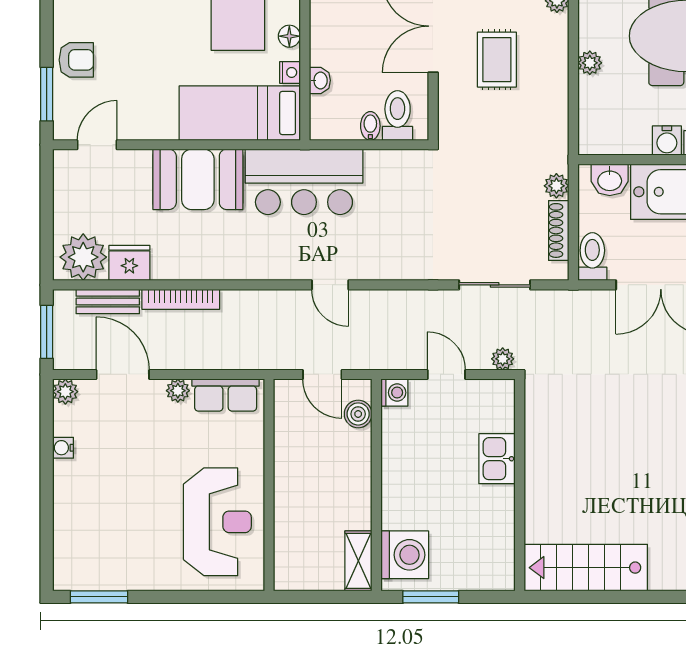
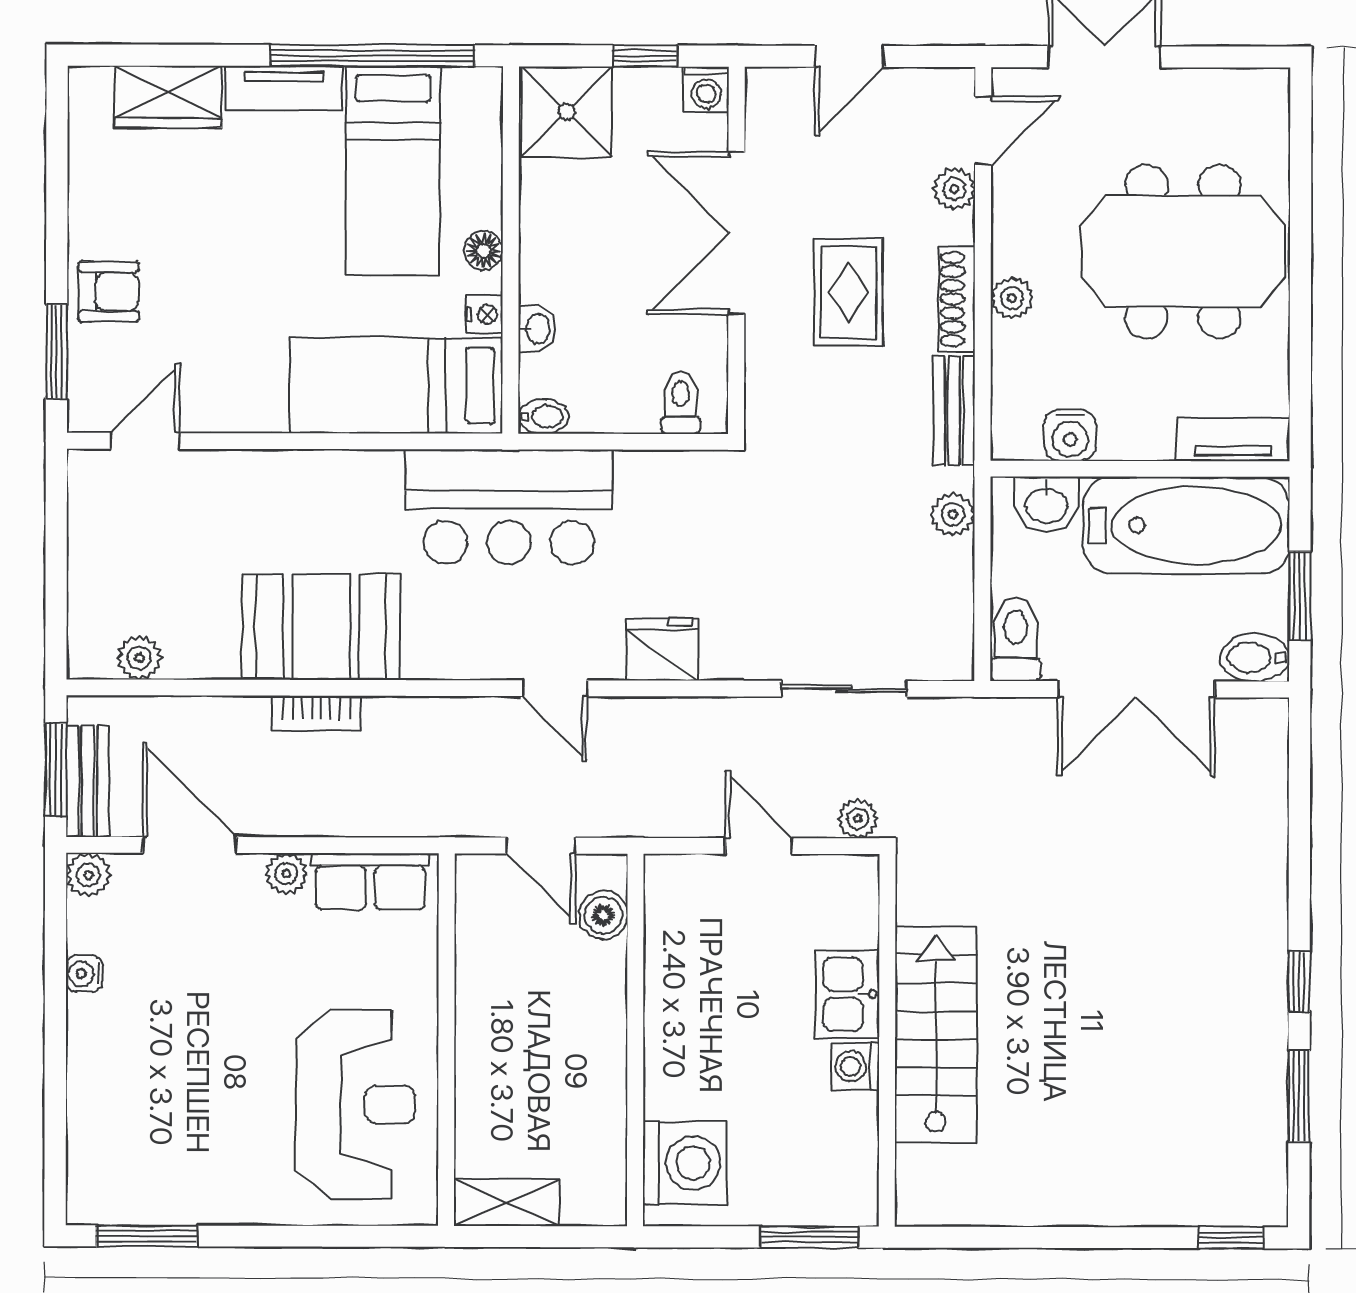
toilet: (398, 115) -> (681, 403), width x0.73, depth x0.72
bidet: (370, 126) -> (543, 417), moved, turned 90
bench: (557, 127) -> (954, 411), added
water cooler: (667, 141) -> (1070, 435), moved
booth: (198, 179) -> (321, 627), moved
shoe rack: (559, 230) -> (957, 299), moved
plant: (83, 257) -> (139, 658), width x0.53, depth x0.53
fridge: (129, 263) -> (662, 650), moved
bookcase: (181, 299) -> (316, 713), width x0.64
bench: (108, 302) -> (88, 781), moved, turned 90
washing machine: (394, 393) -> (855, 1066), moved, turned 180
shelving: (358, 561) -> (507, 1202), moved, turned 90
stairs: (586, 568) -> (936, 1035), moved, turned 90
window: (431, 597) -> (810, 1237), moved

